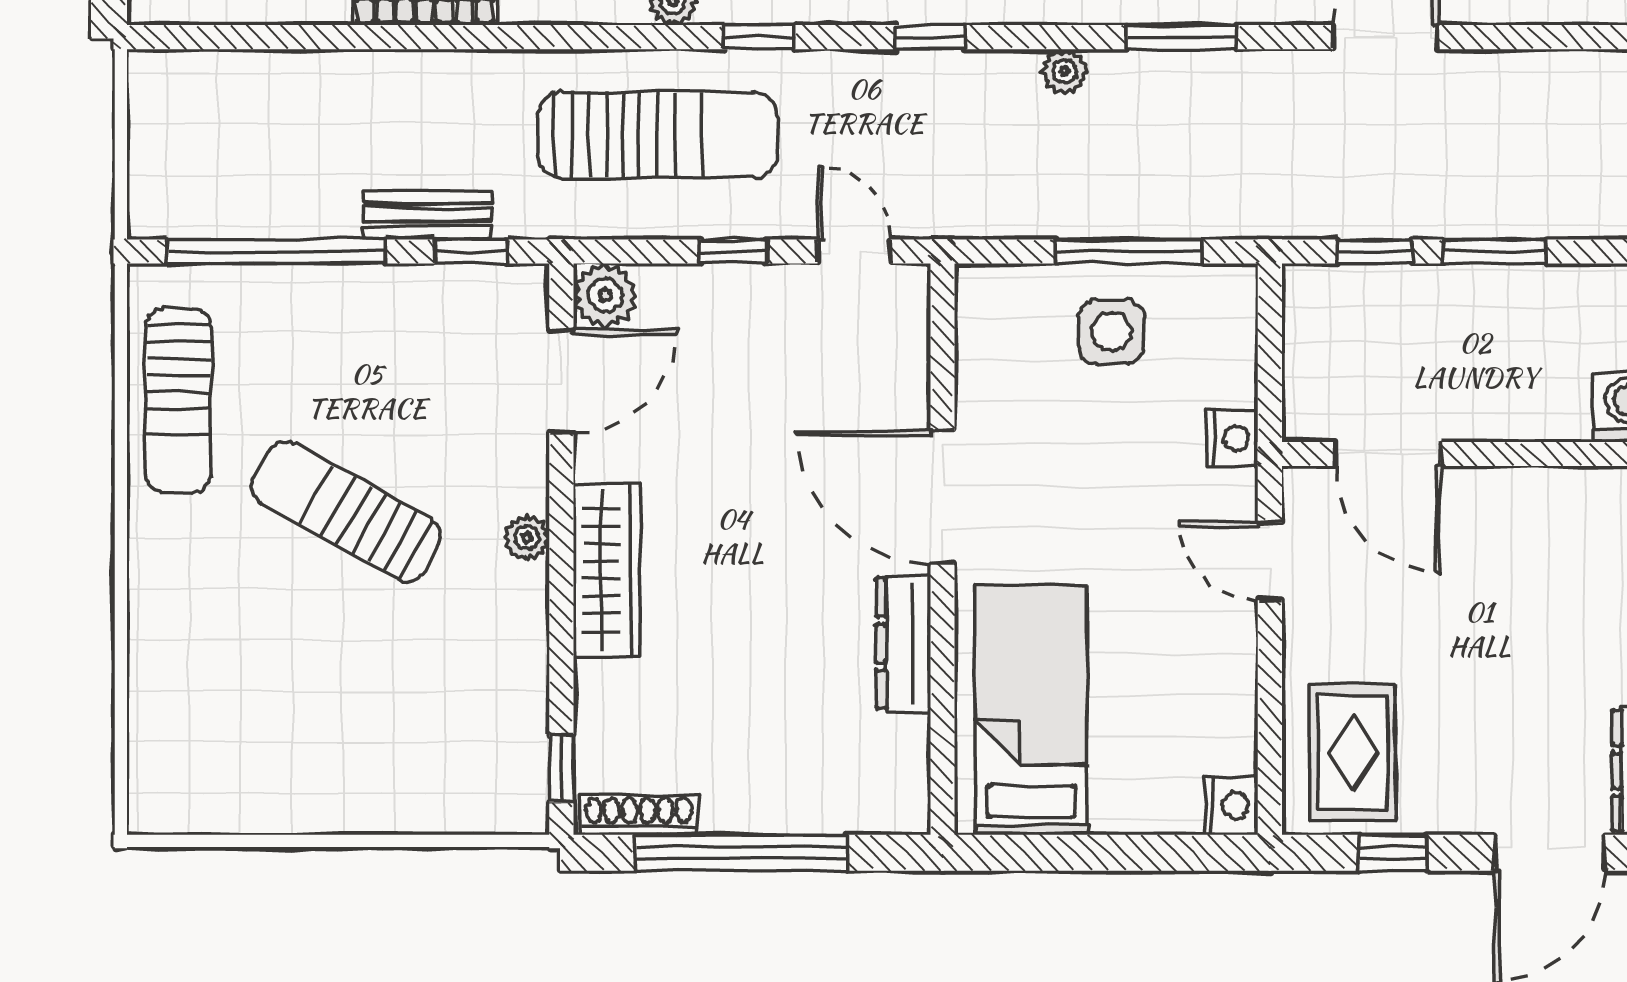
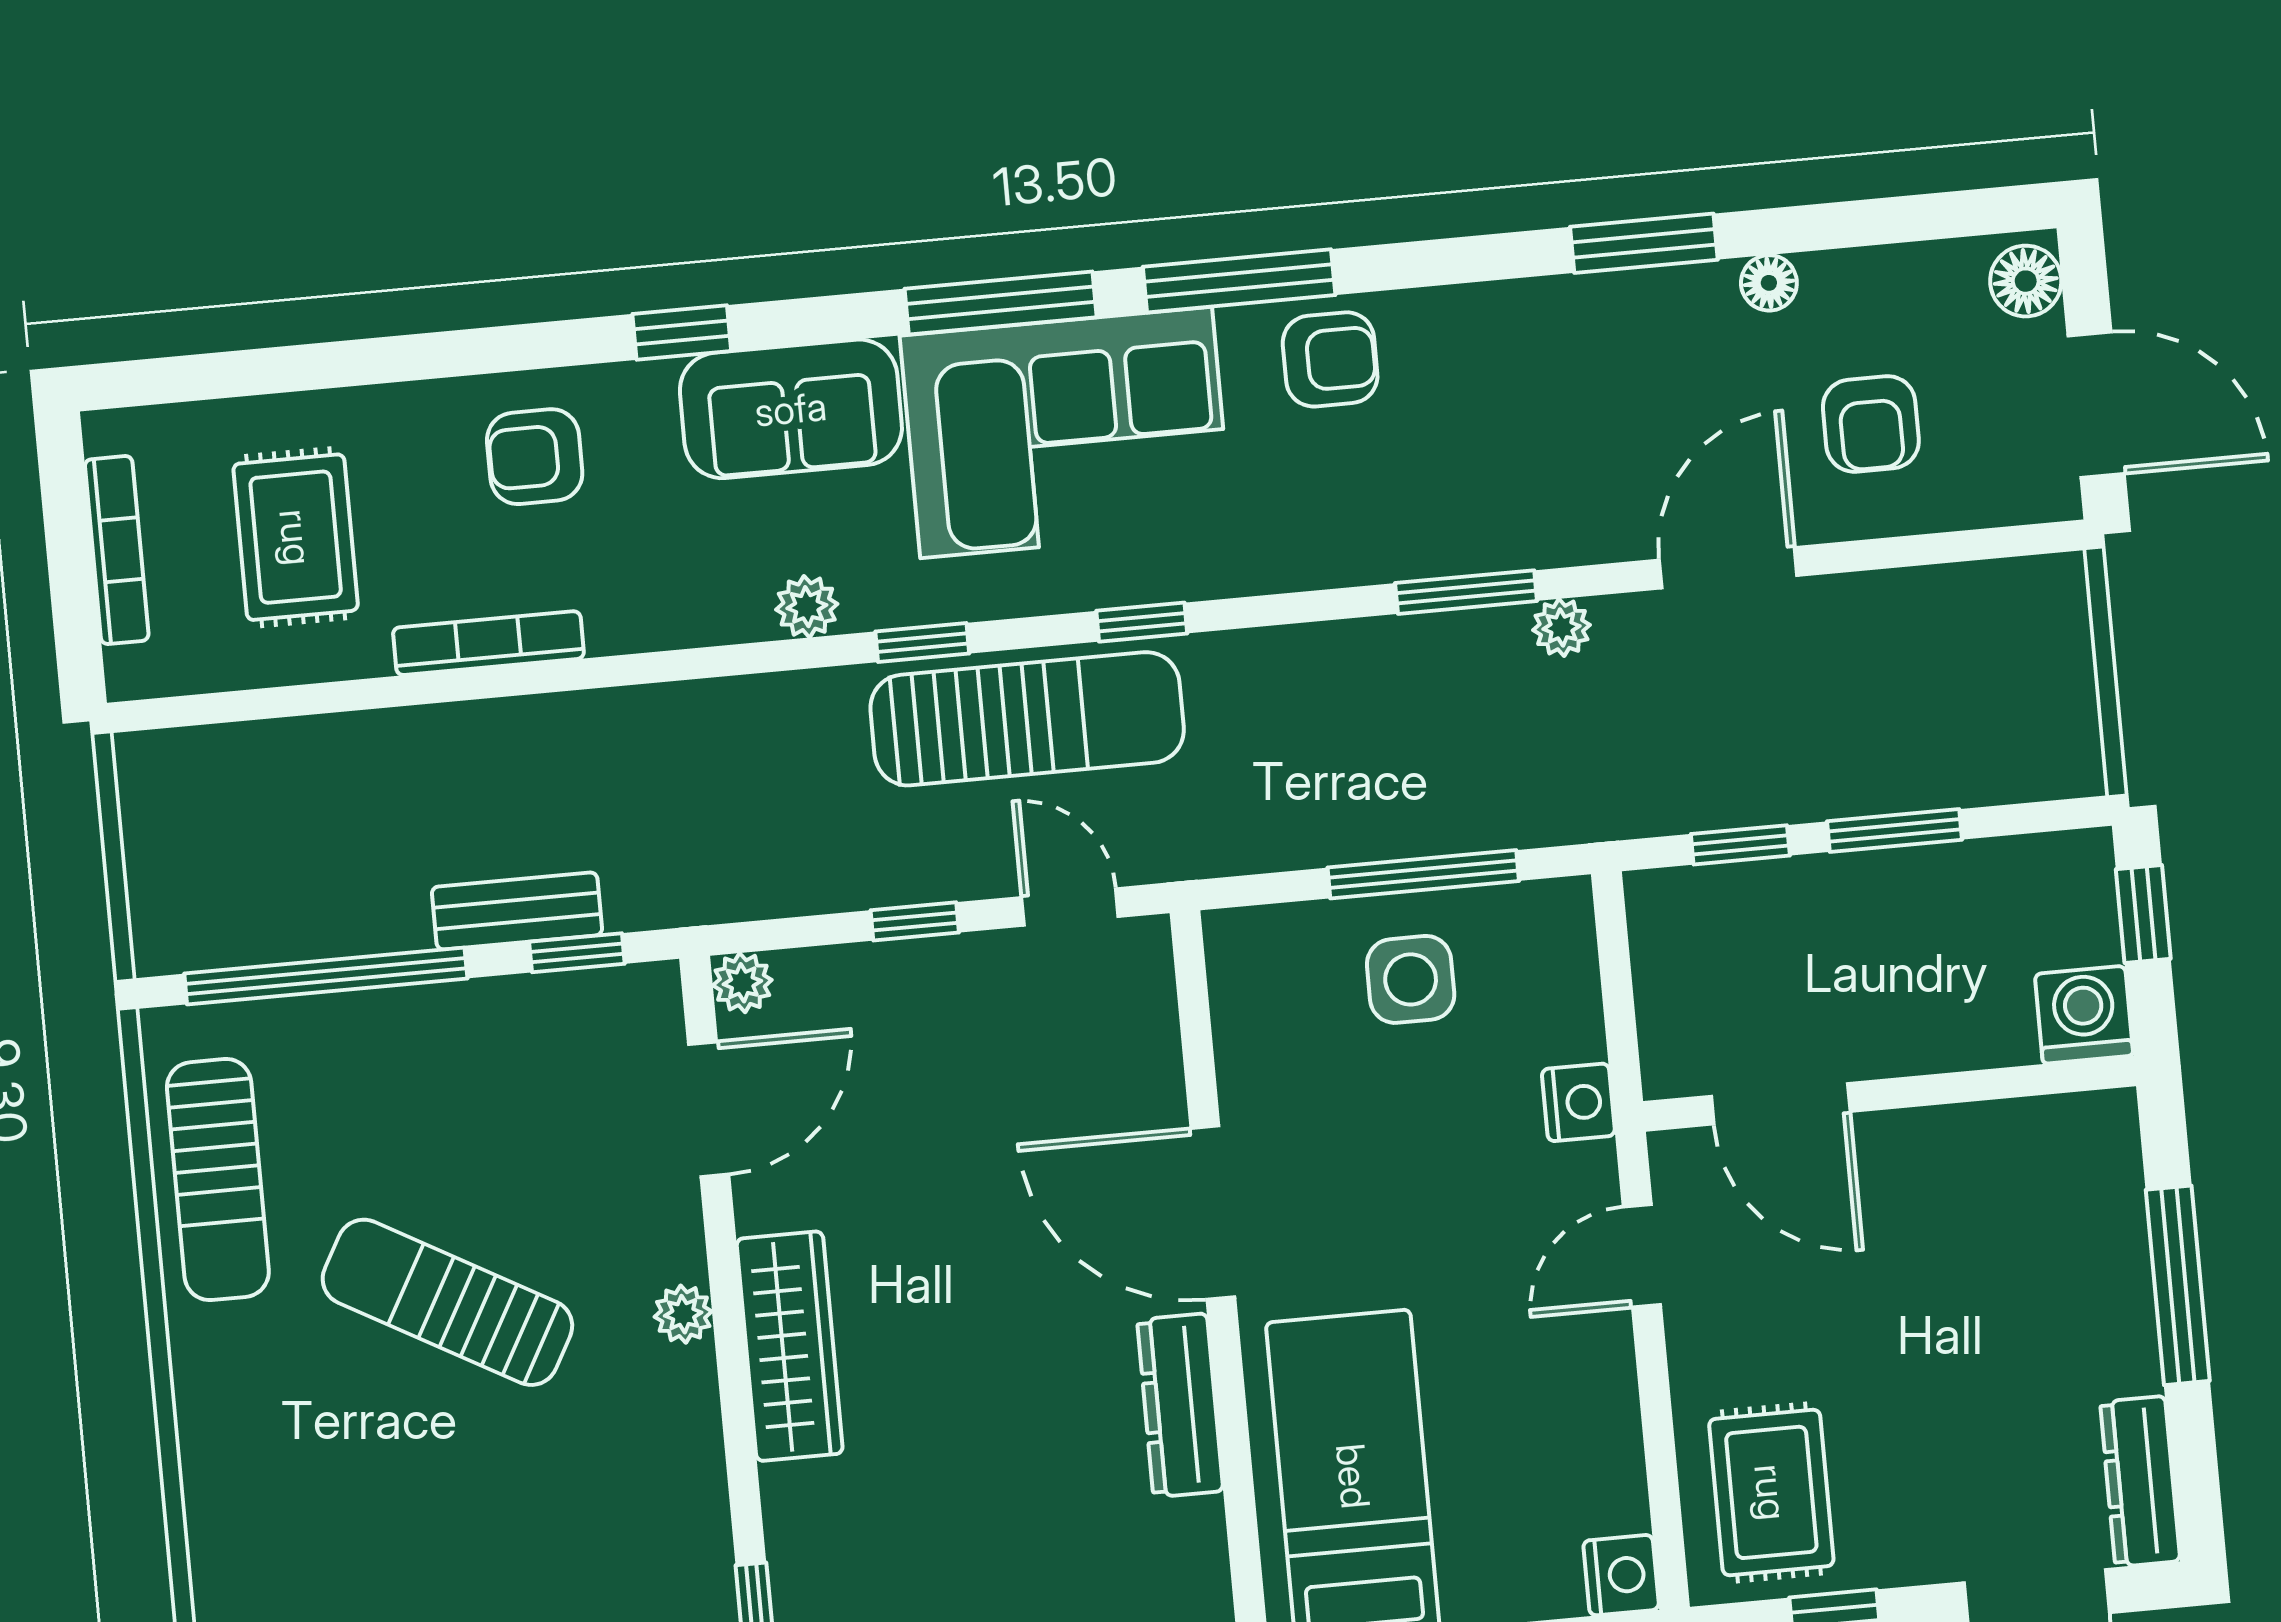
plant: (1065, 71) -> (1561, 627), moved
sun lounger: (658, 135) -> (1027, 719), moved
plant: (605, 295) -> (742, 983), width x0.73, depth x0.73
door: (1270, 561) -> (1642, 1256), hinge flipped

